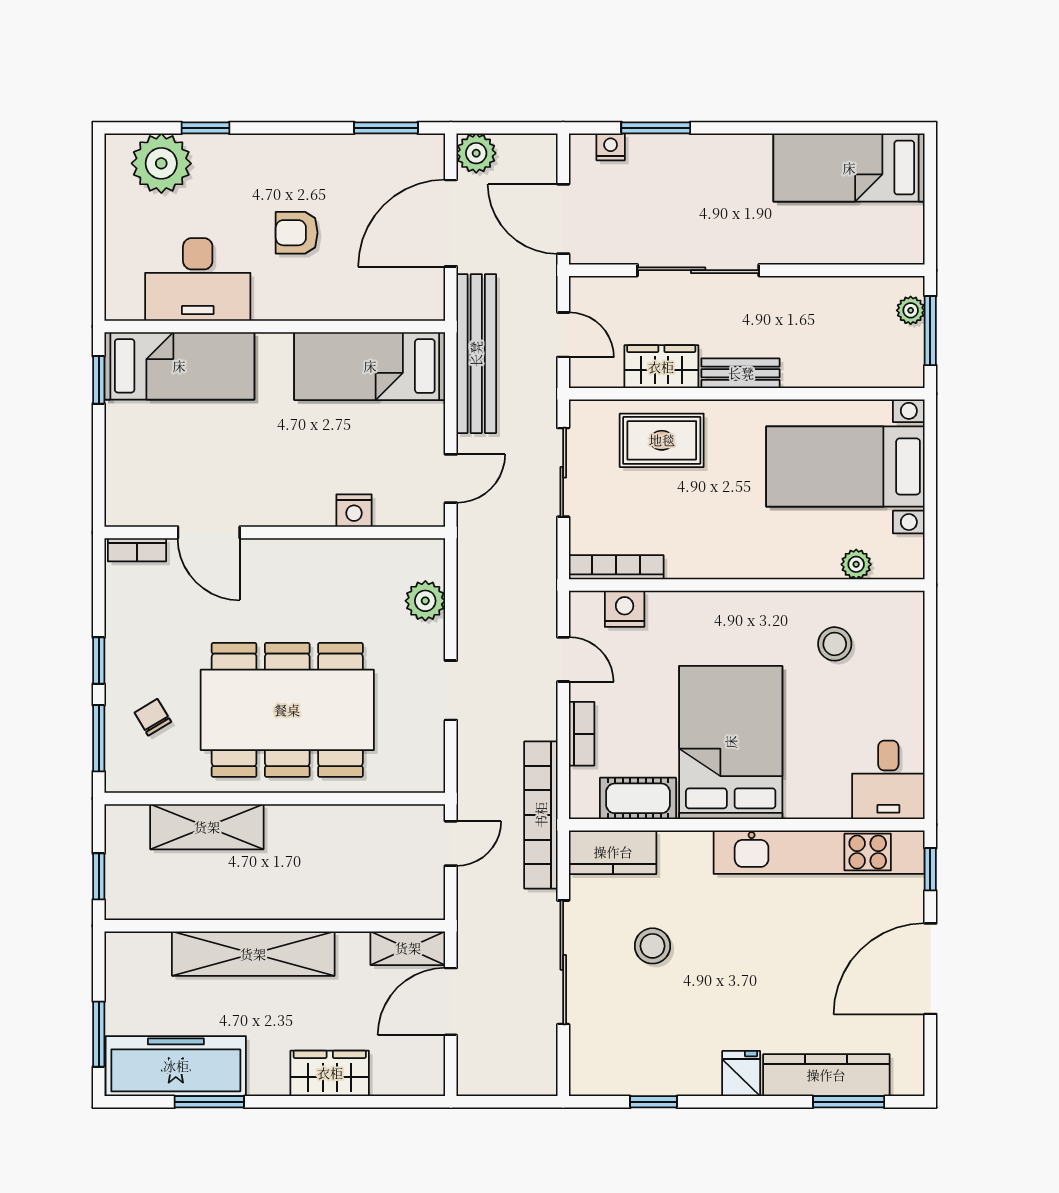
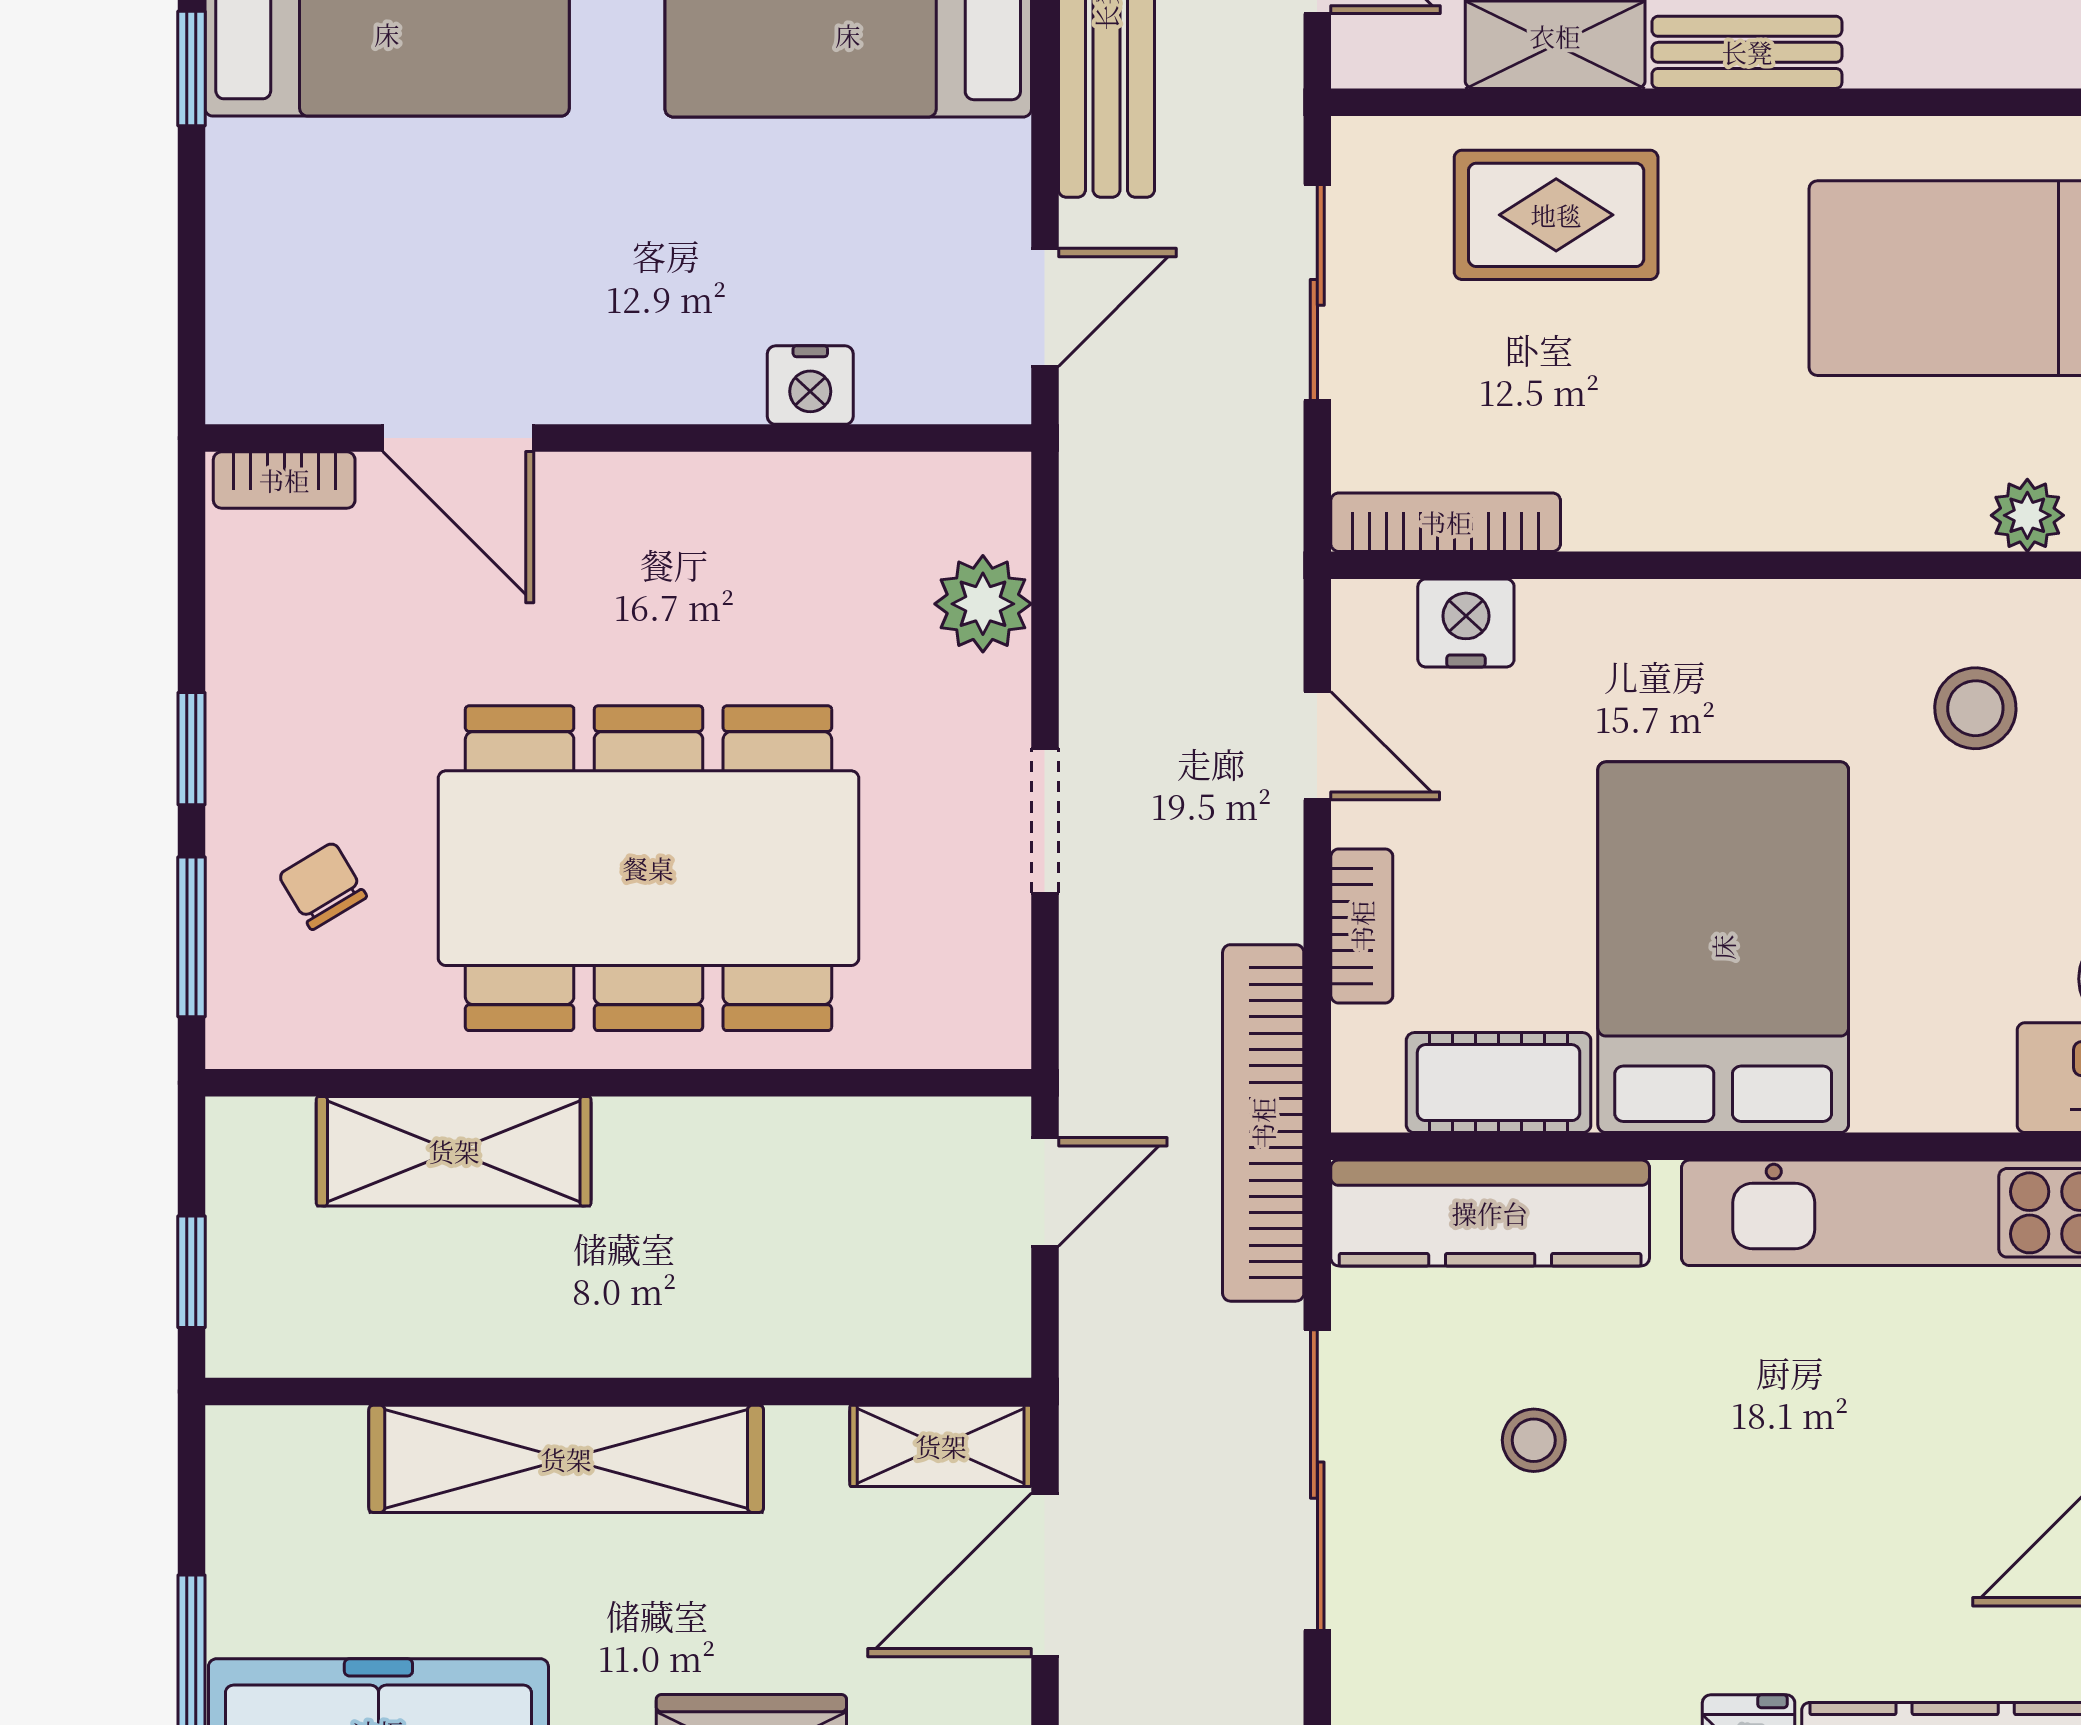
kitchen counter: (613, 852) -> (1490, 1213), width x1.50
stool: (653, 946) -> (1534, 1440), width x0.73, depth x0.73

